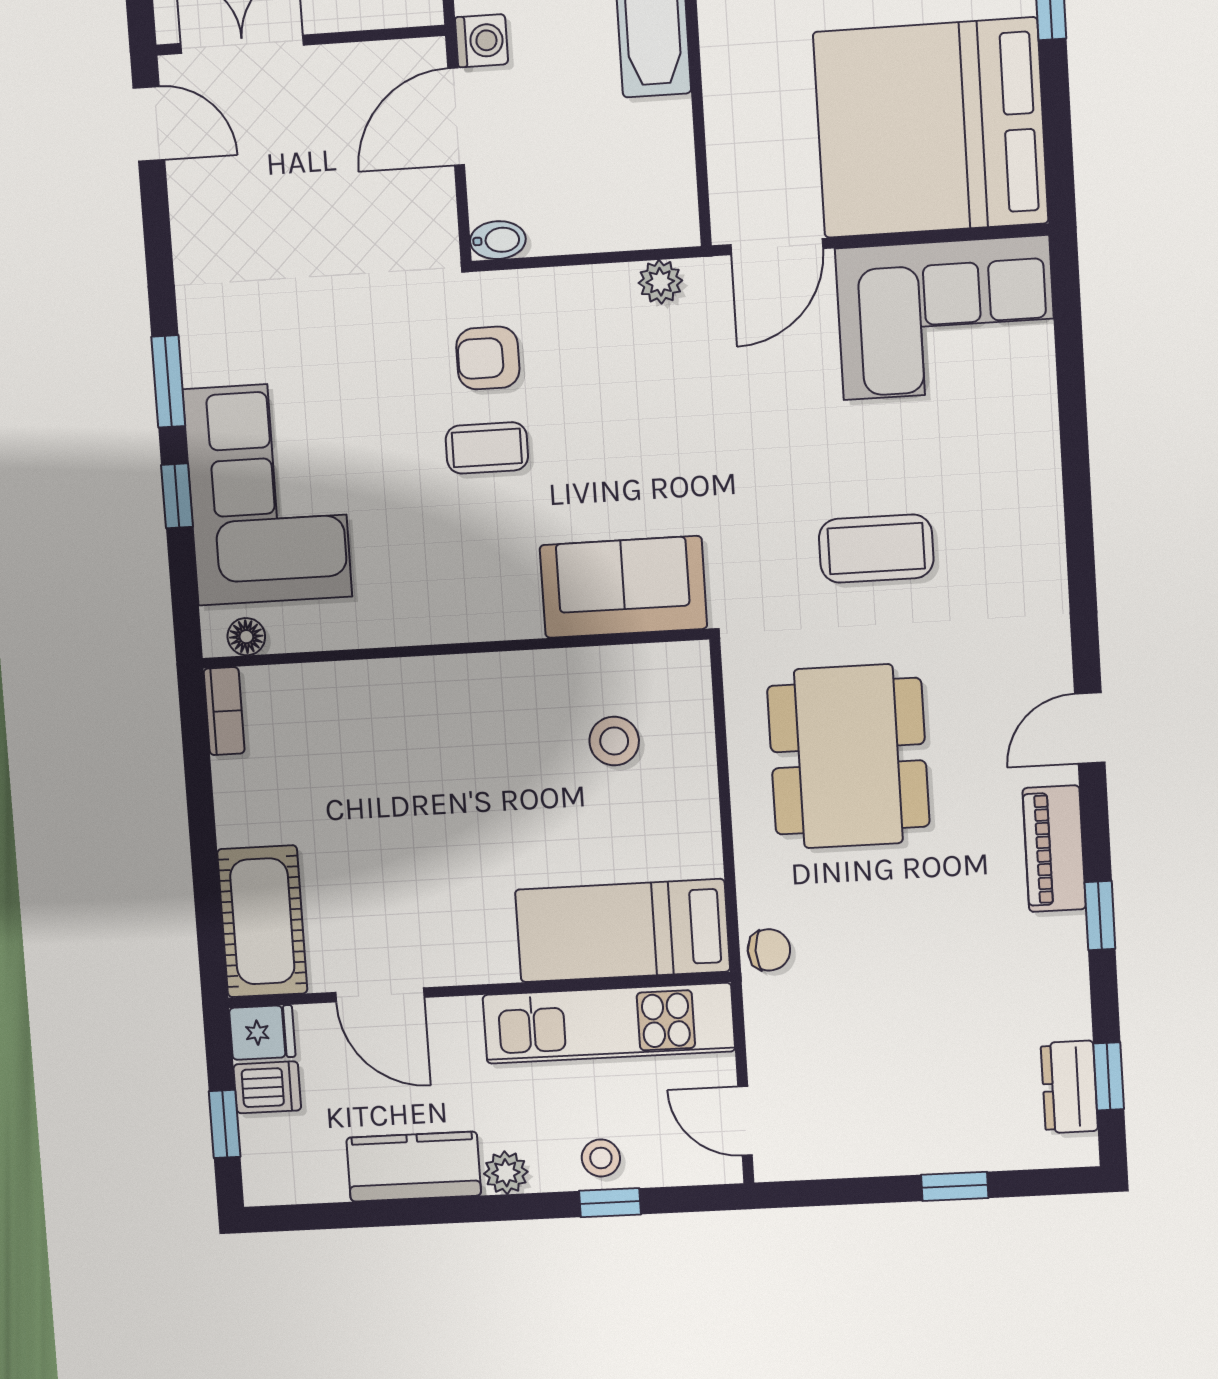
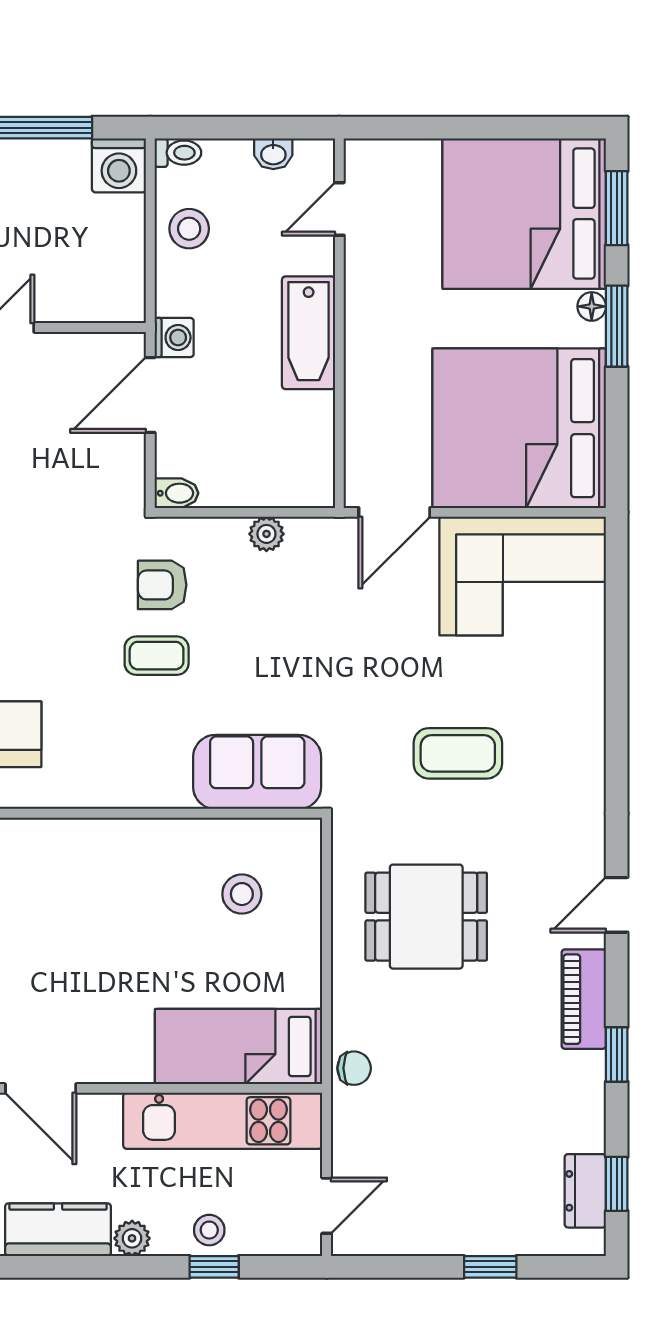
plant: (660, 282) -> (266, 534), moved
dining table: (848, 756) -> (426, 917), width x0.73
door: (745, 1121) -> (327, 1206), swing flipped

